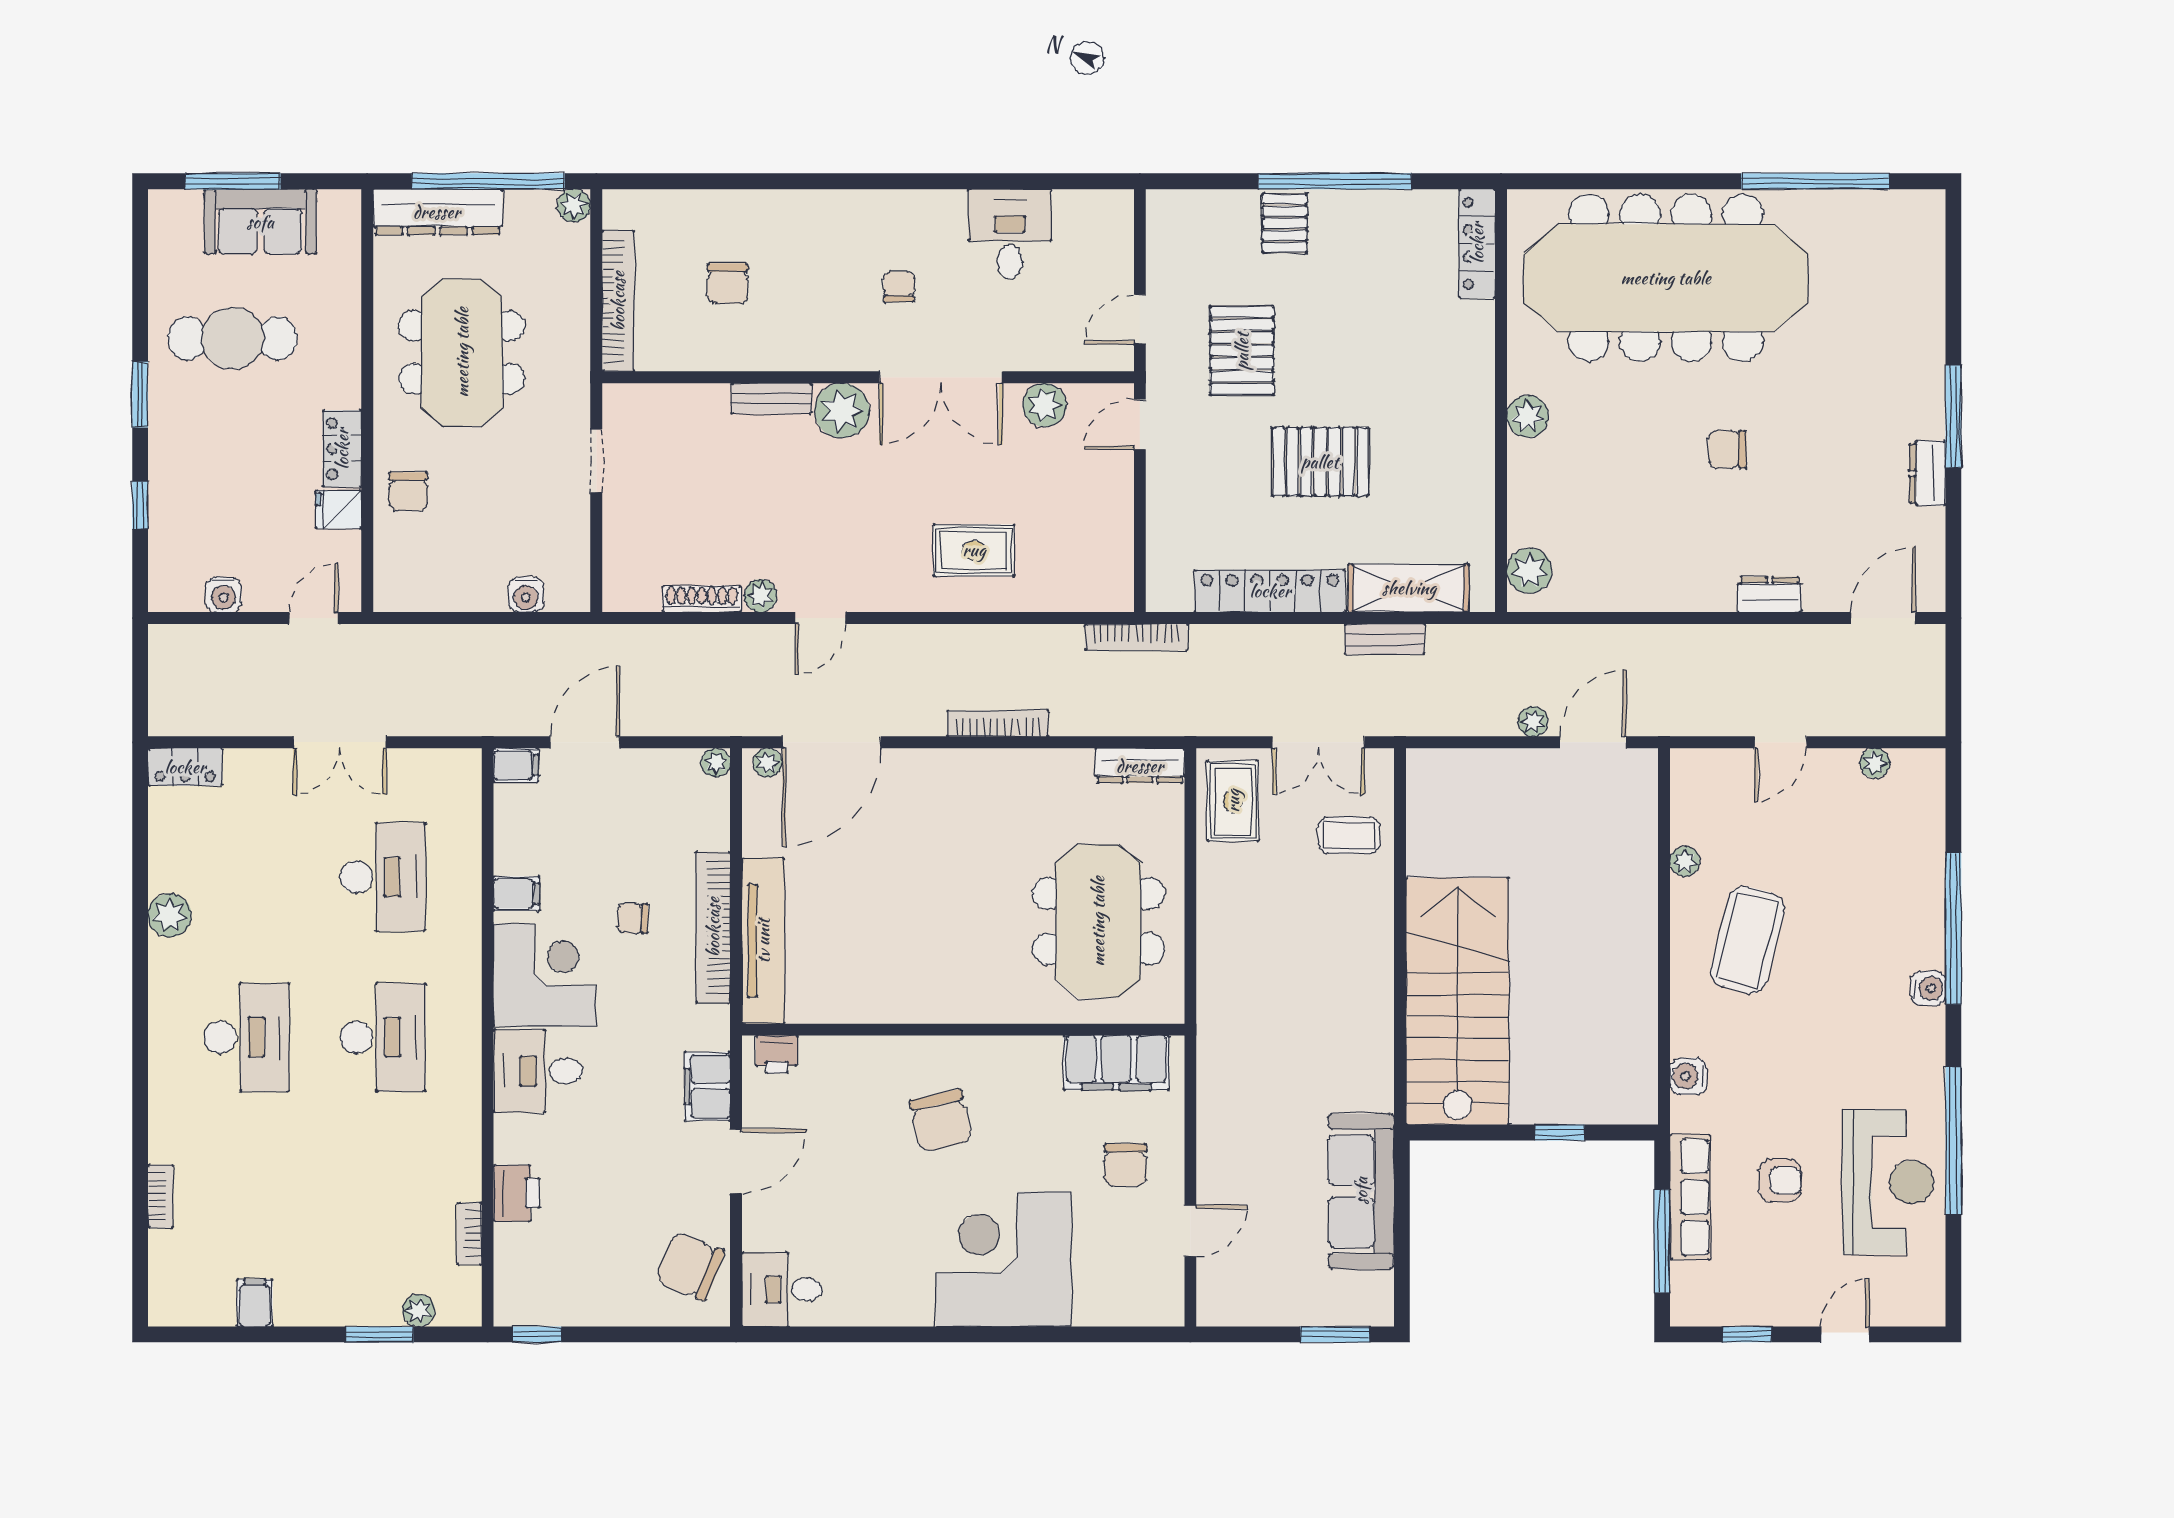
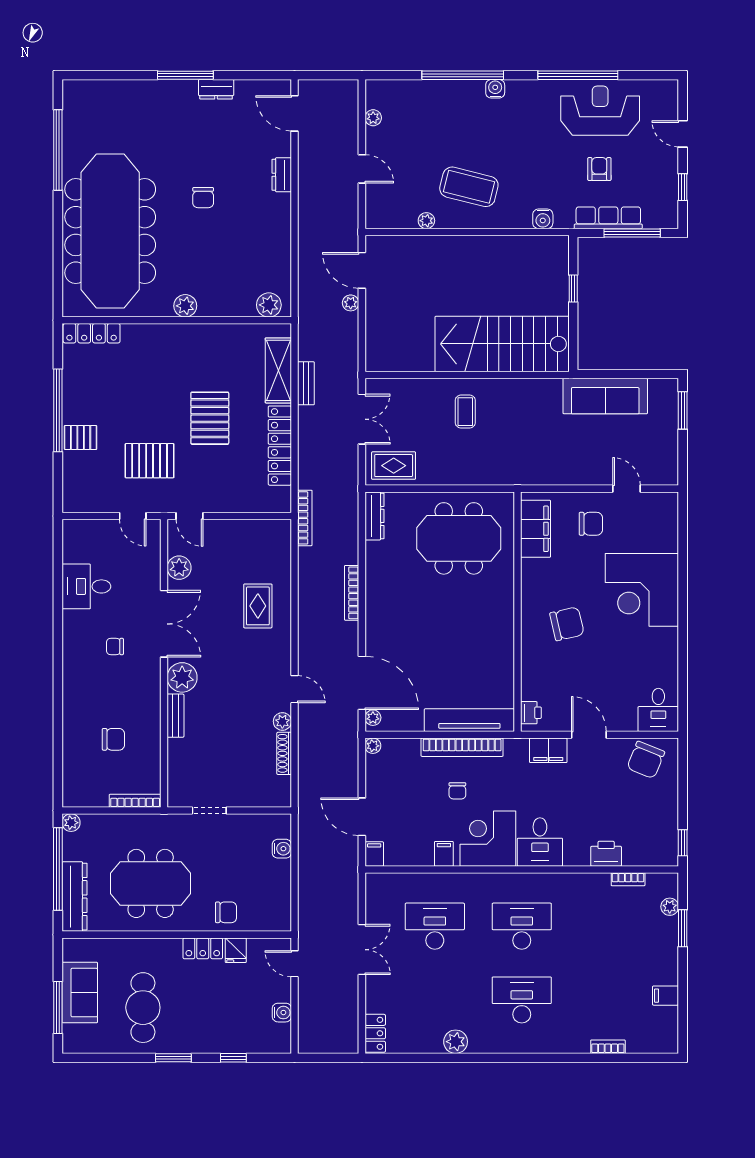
bookcase: (618, 301) -> (135, 801), width x0.68, depth x0.76
coffee table: (1349, 835) -> (465, 412), moved

